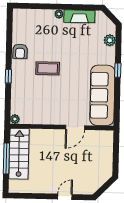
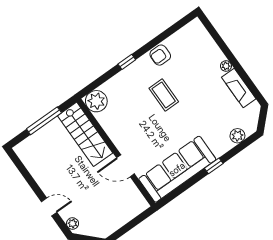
plant: (15, 119) -> (96, 101), width x1.87, depth x1.87
stairs: (19, 154) -> (85, 134), moved, turned 90
plant: (87, 190) -> (72, 223), added

